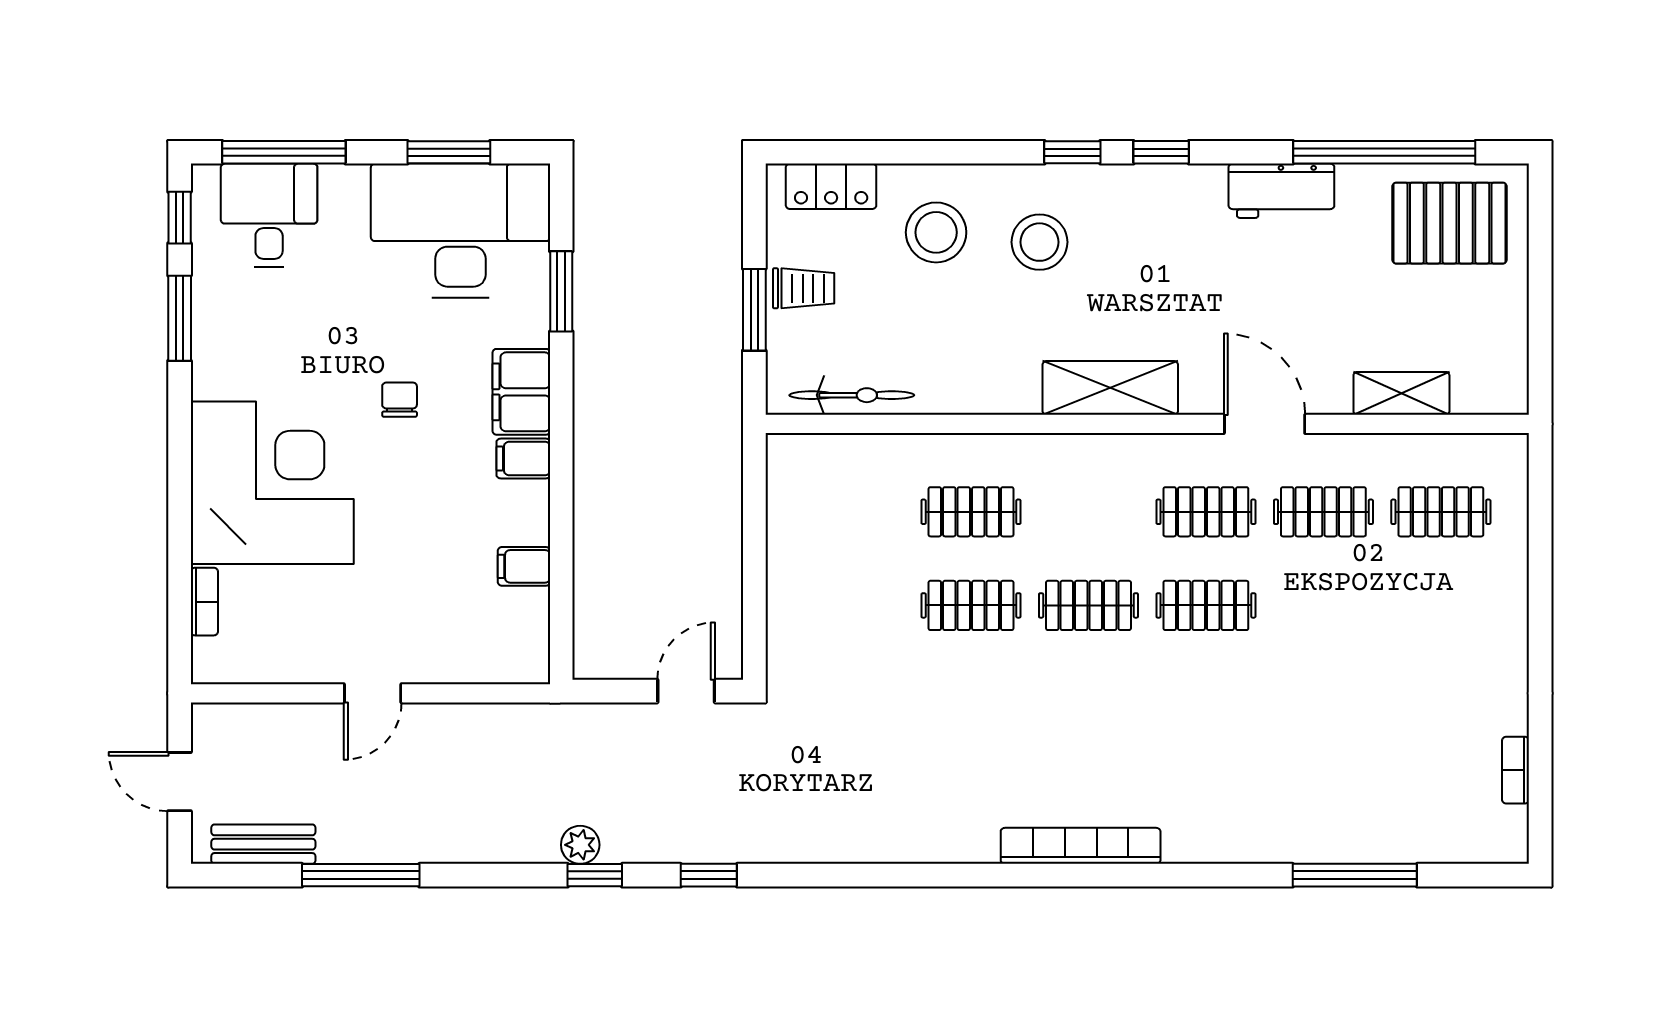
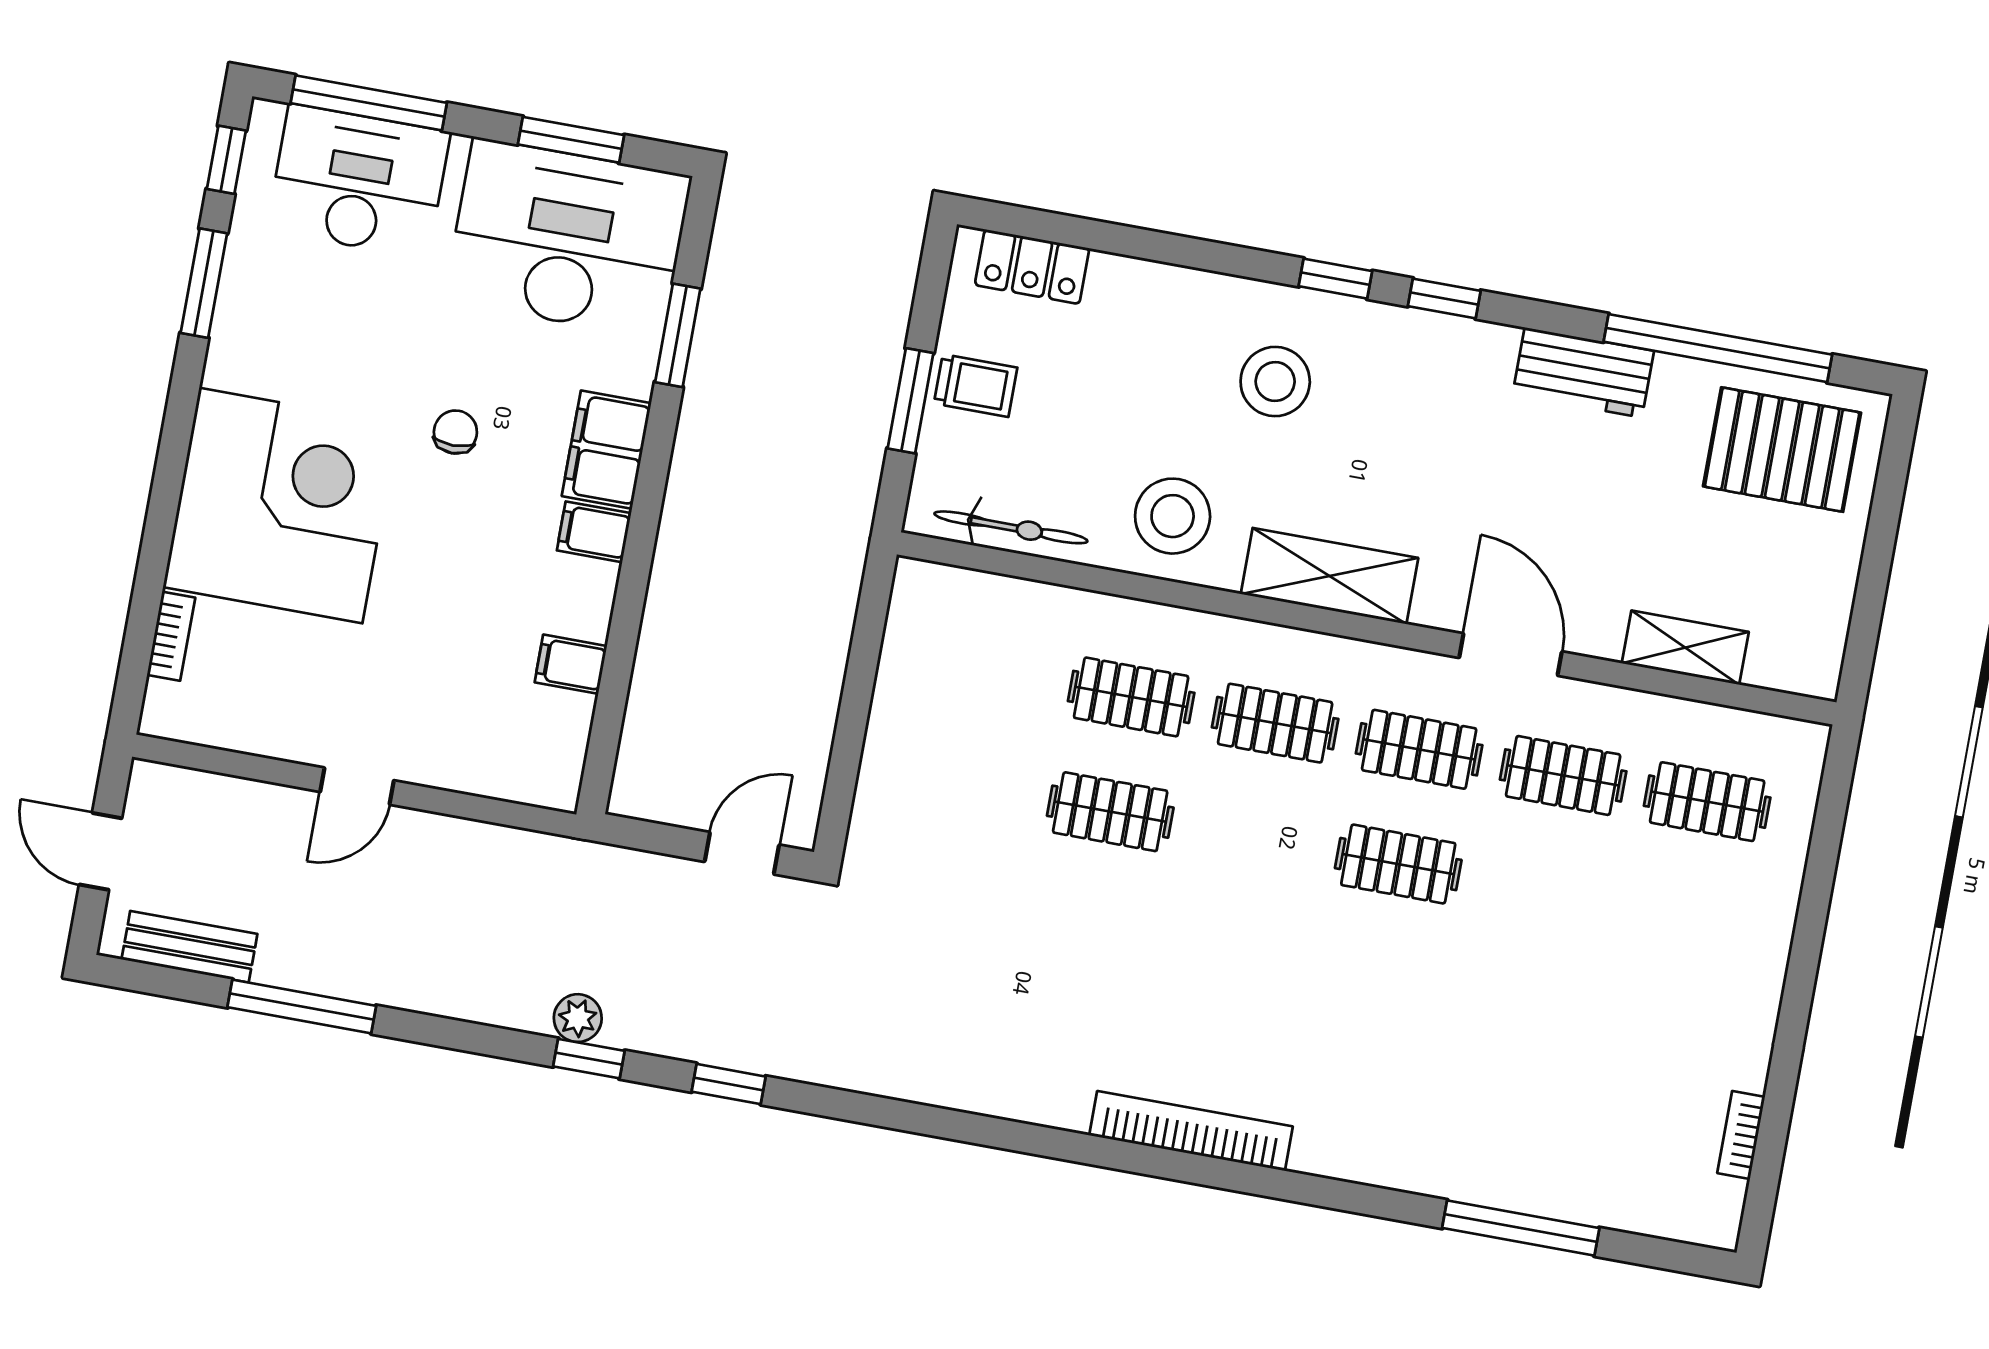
desk: (269, 215) -> (358, 181), width x1.37
stool: (936, 232) -> (1173, 516), moved
clothes rail: (1088, 605) -> (1275, 723), moved

